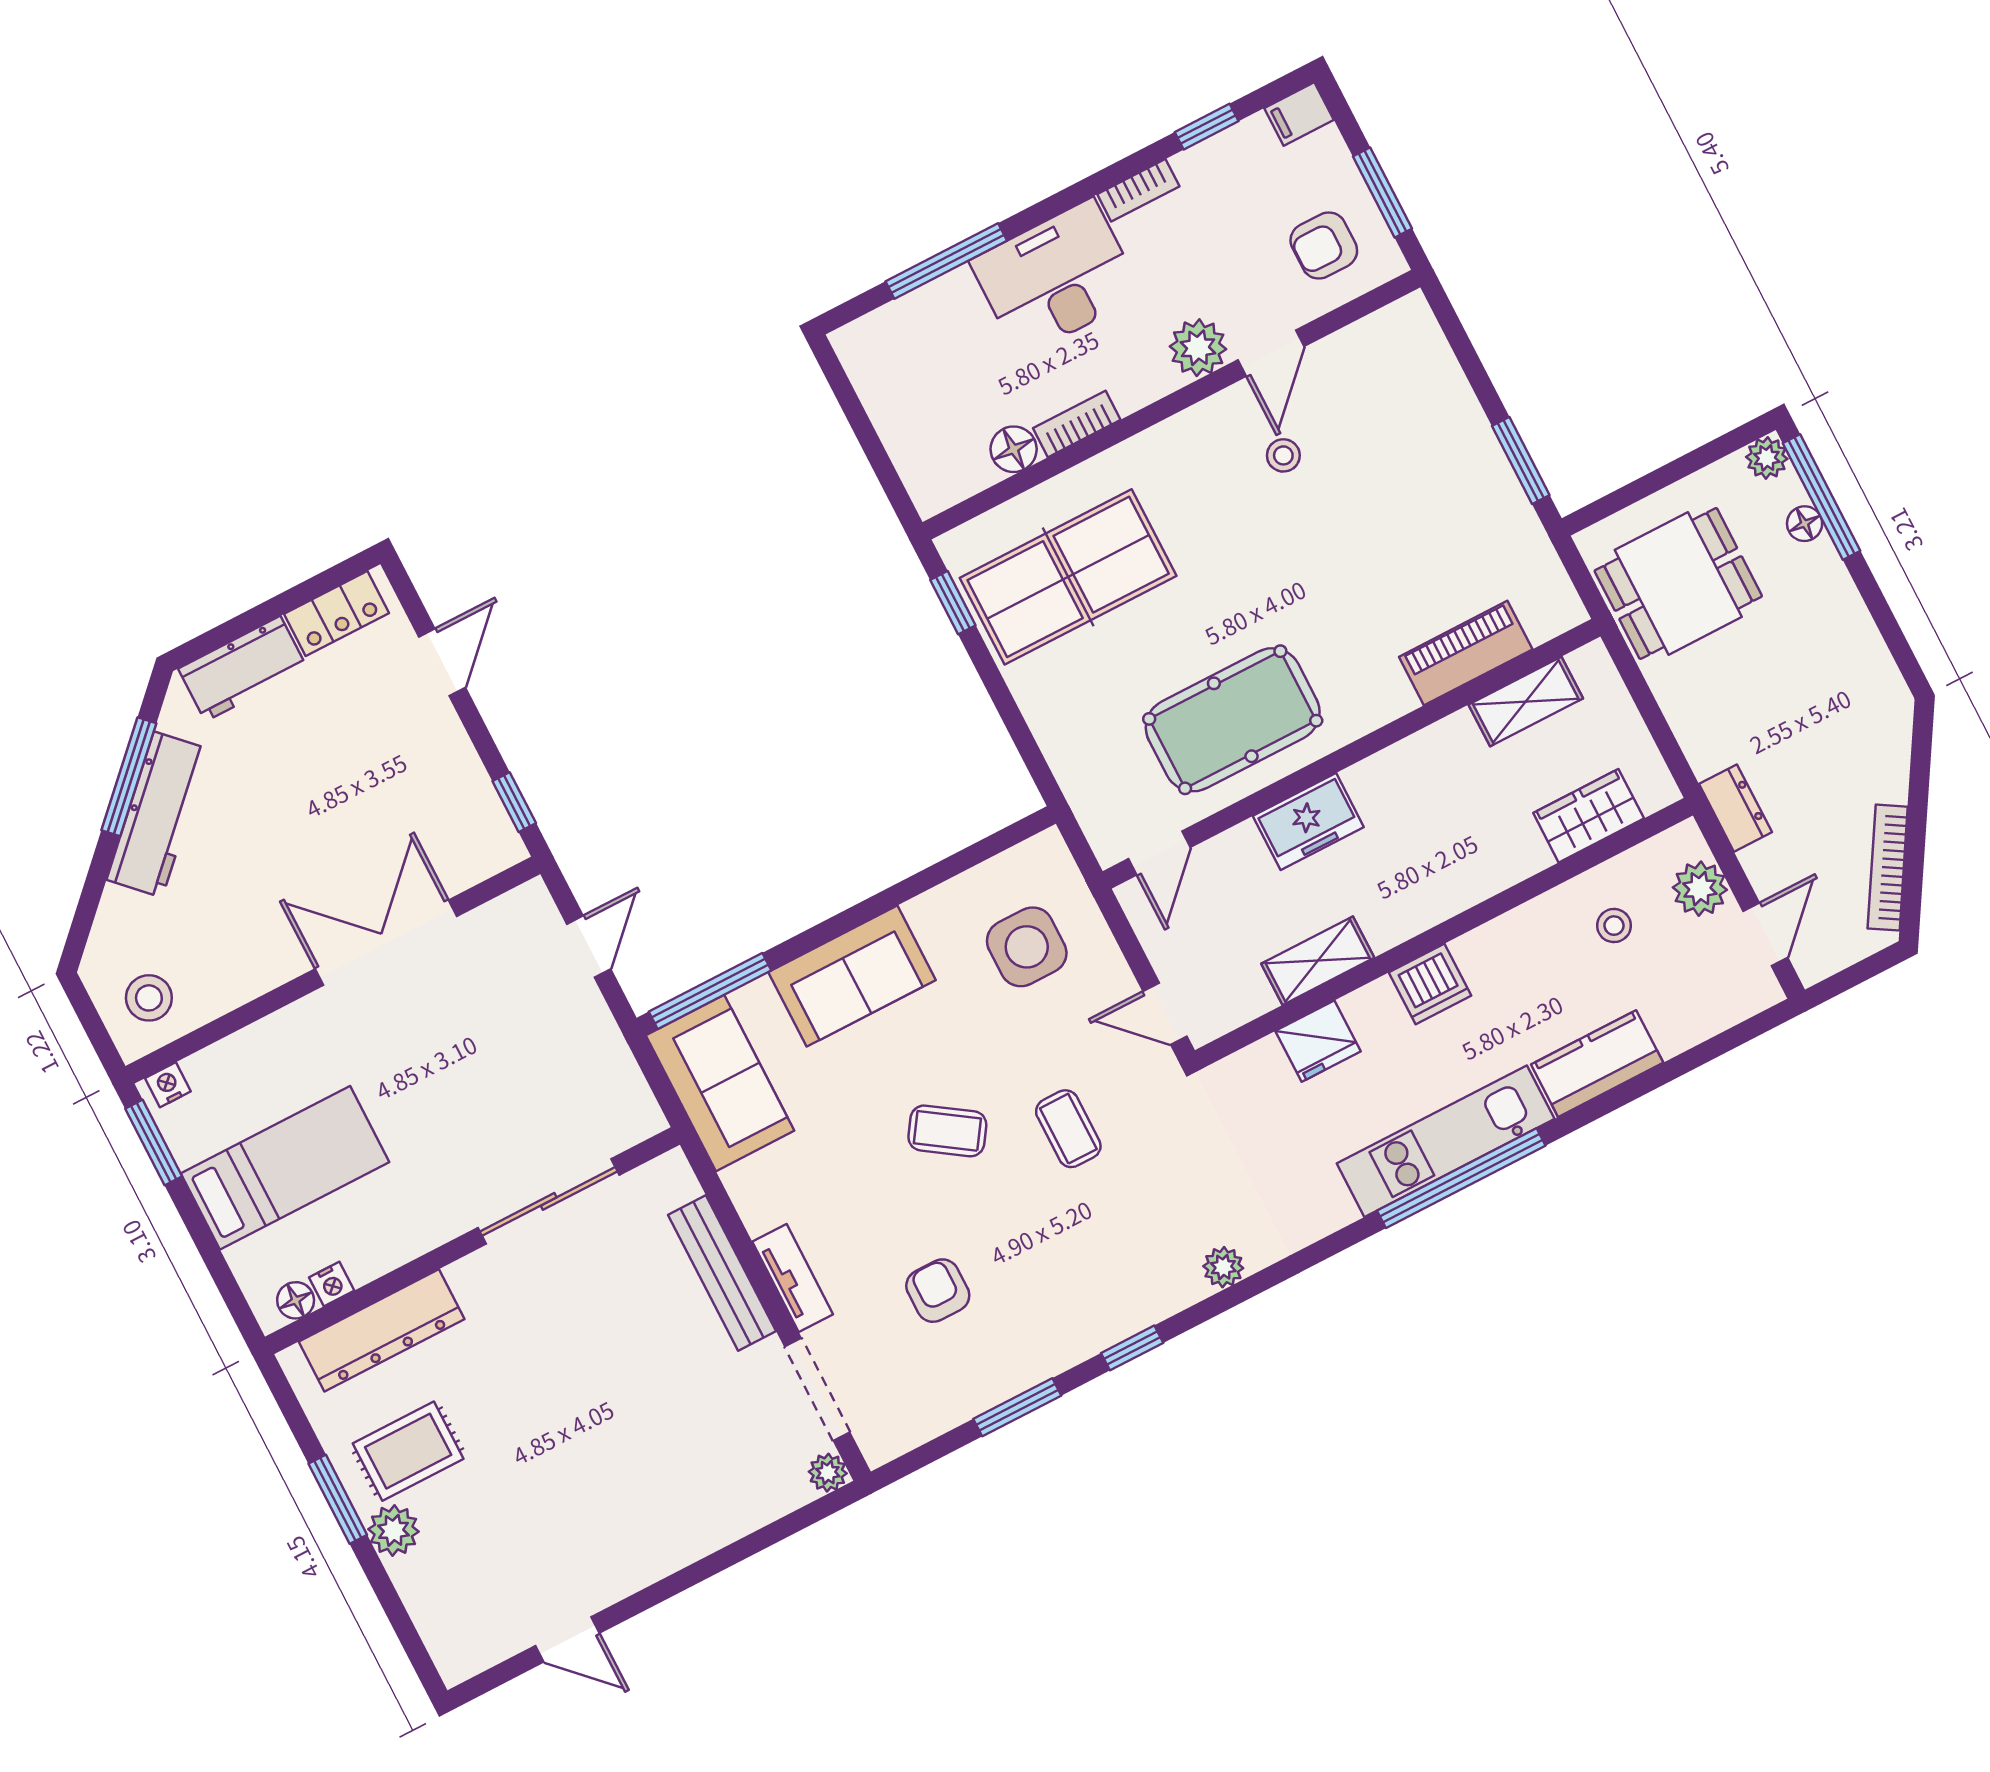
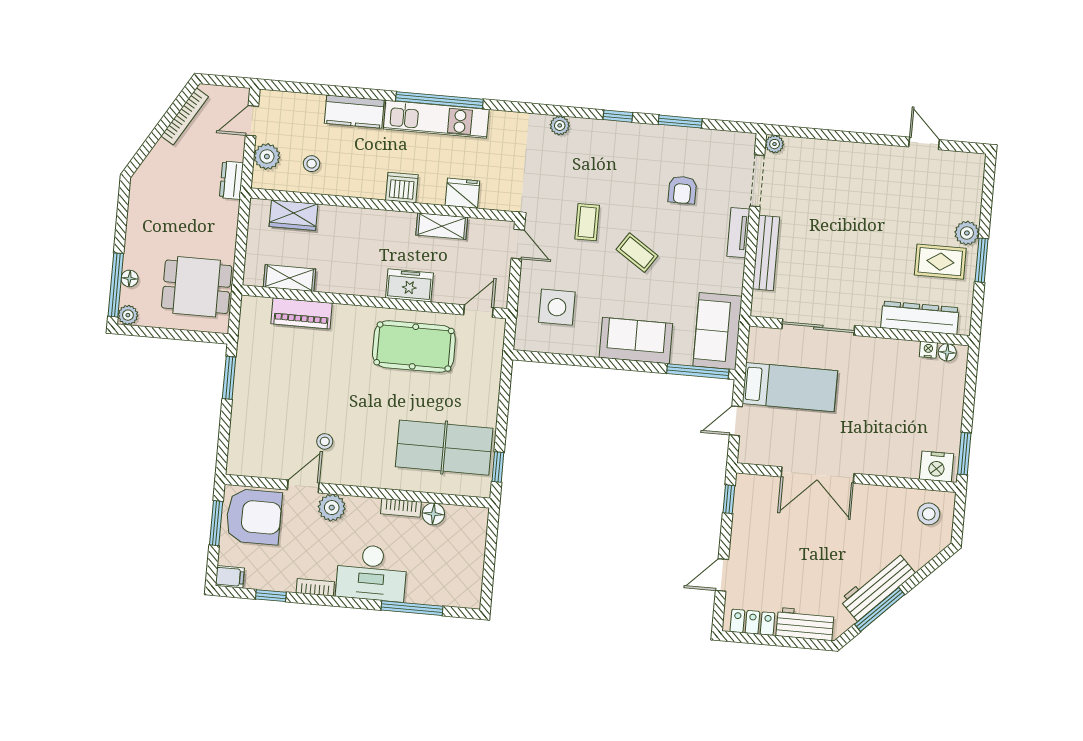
armchair: (1324, 245) -> (254, 517), width x1.88, depth x1.88
nightstand: (168, 1085) -> (937, 467), width x1.89, depth x1.79
bed: (285, 1168) -> (790, 387), moved, turned 180

